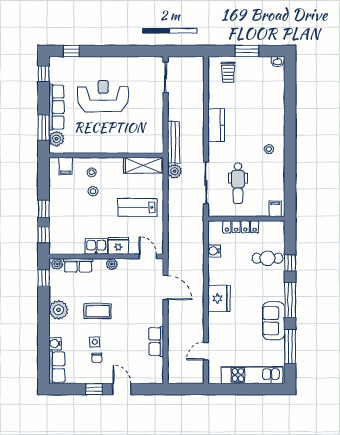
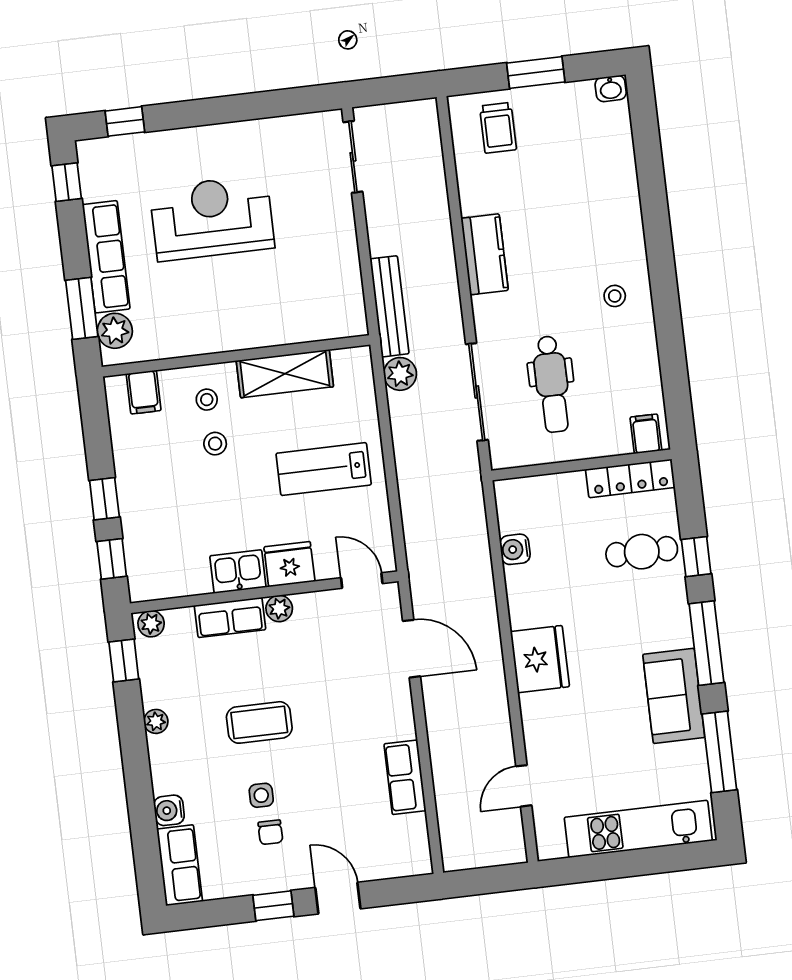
shelving: (144, 165) -> (285, 374), moved
locker: (241, 227) -> (630, 478), moved
row of seats: (78, 265) -> (230, 617), moved
plant: (59, 310) -> (156, 721), width x0.53, depth x0.53

